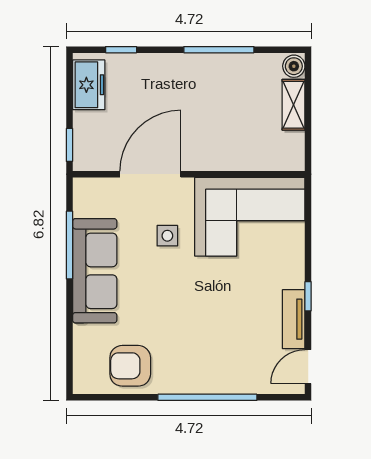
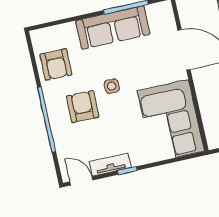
side table: (167, 236) -> (112, 86), moved
armchair: (200, 341) -> (83, 107), added
armchair: (130, 366) -> (56, 65), turned 180

